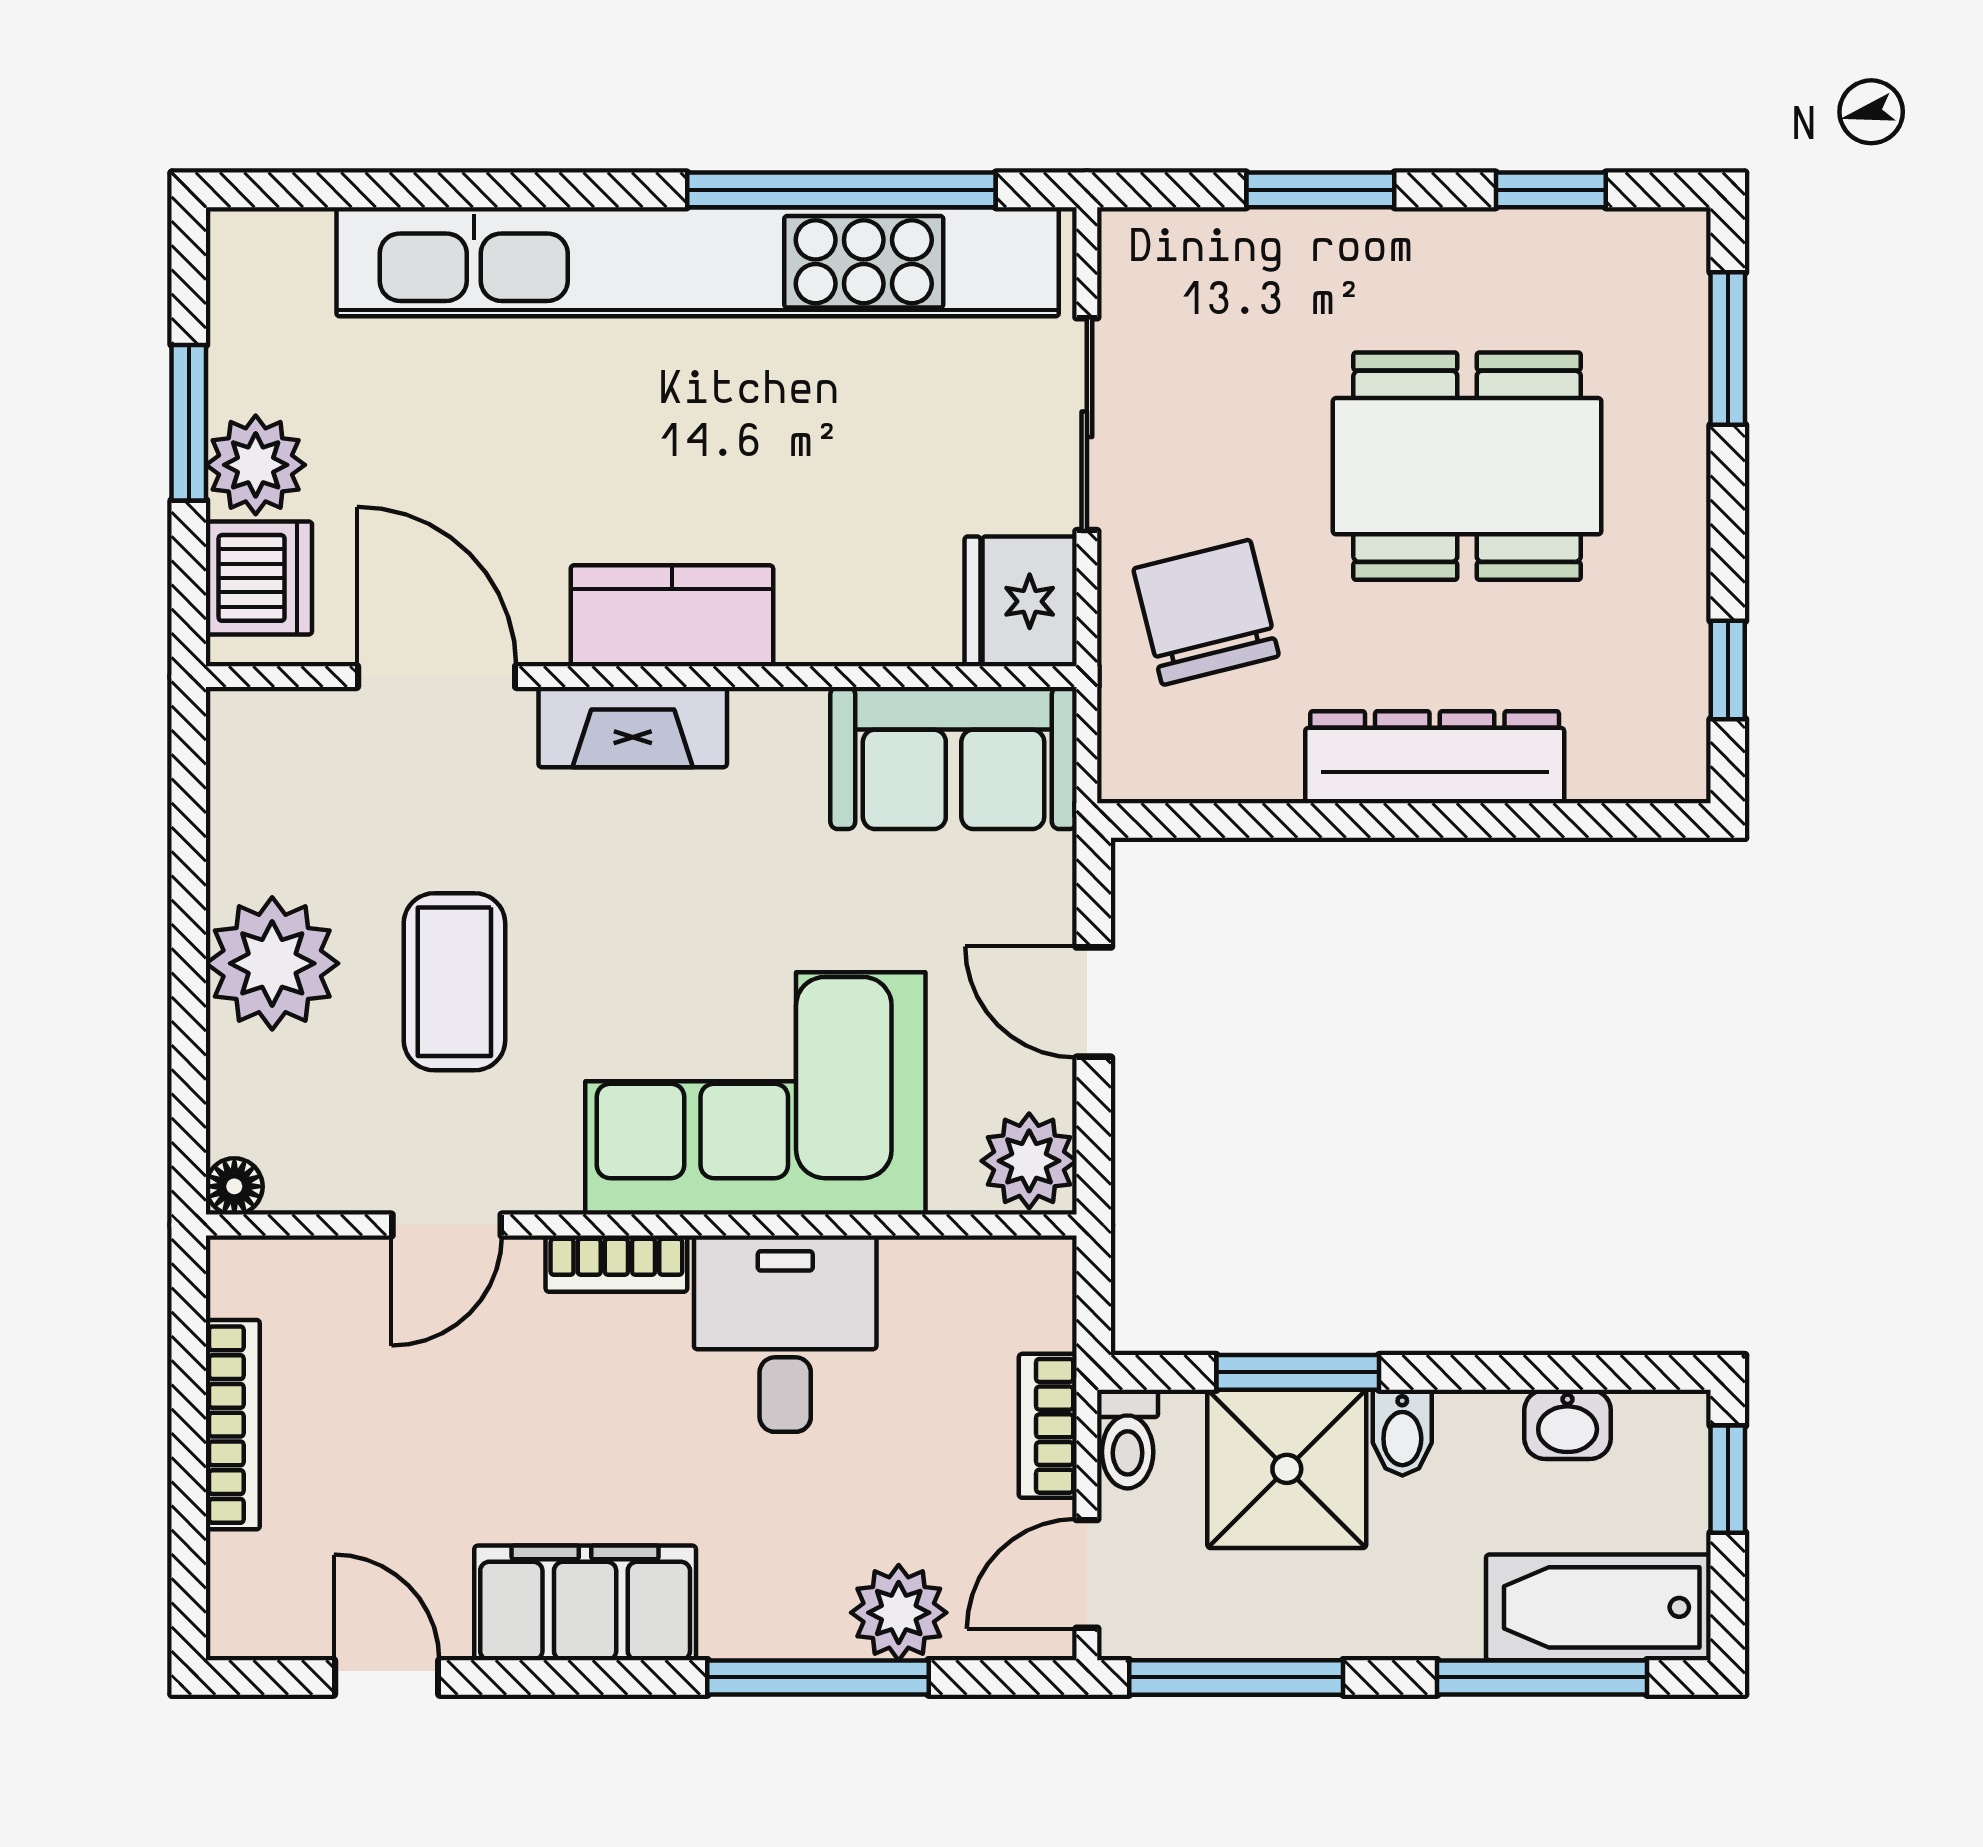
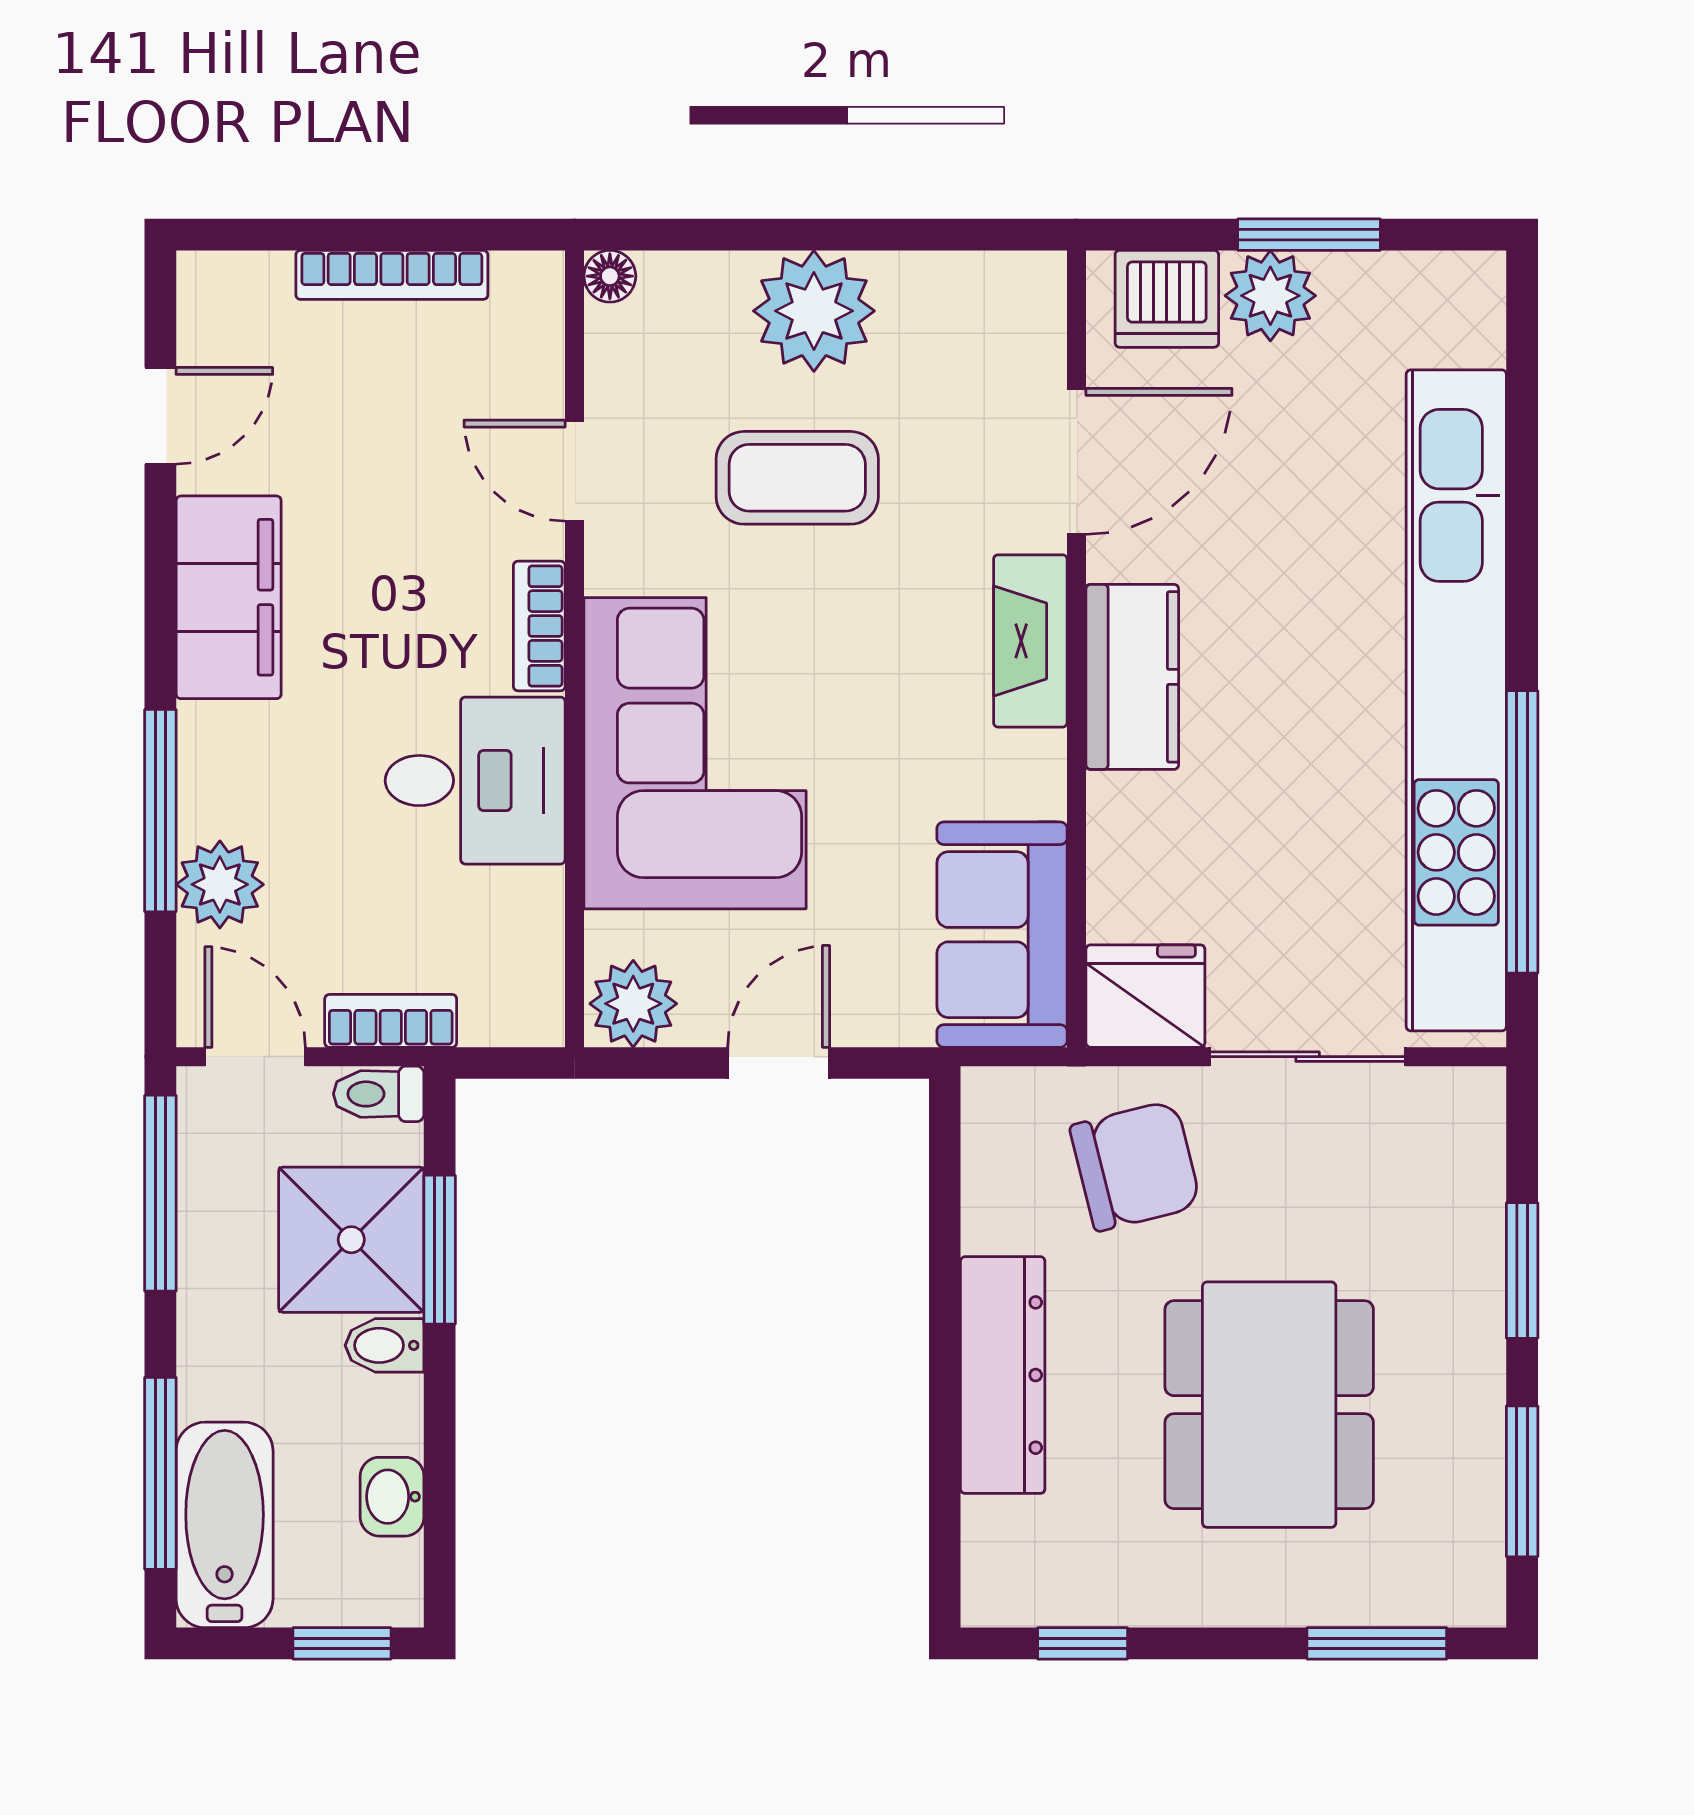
window: (1551, 190) -> (1522, 1481), width x1.50

